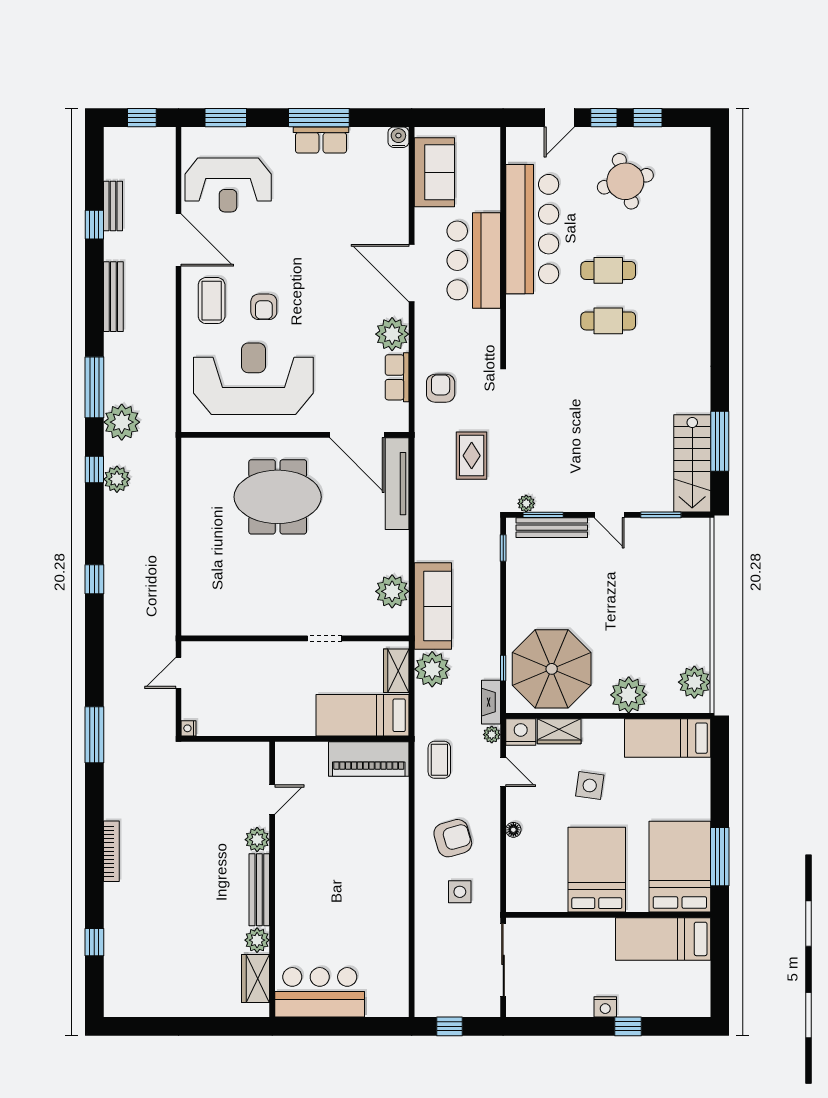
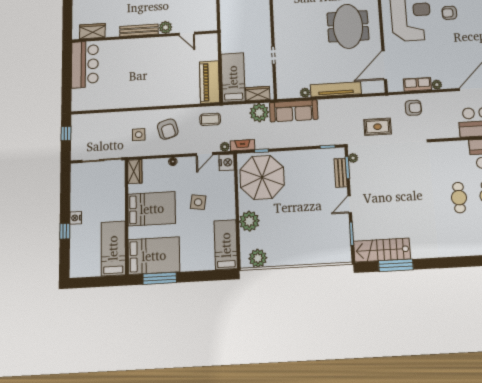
plant: (392, 334) -> (437, 85), width x0.53, depth x0.53
tv unit: (397, 484) -> (336, 89), moved
bench: (552, 528) -> (341, 173), width x0.73
plant: (392, 591) -> (305, 93), width x0.53, depth x0.53
wardrobe: (559, 731) -> (135, 172), moved, turned 180
plant: (257, 940) -> (112, 31), removed

